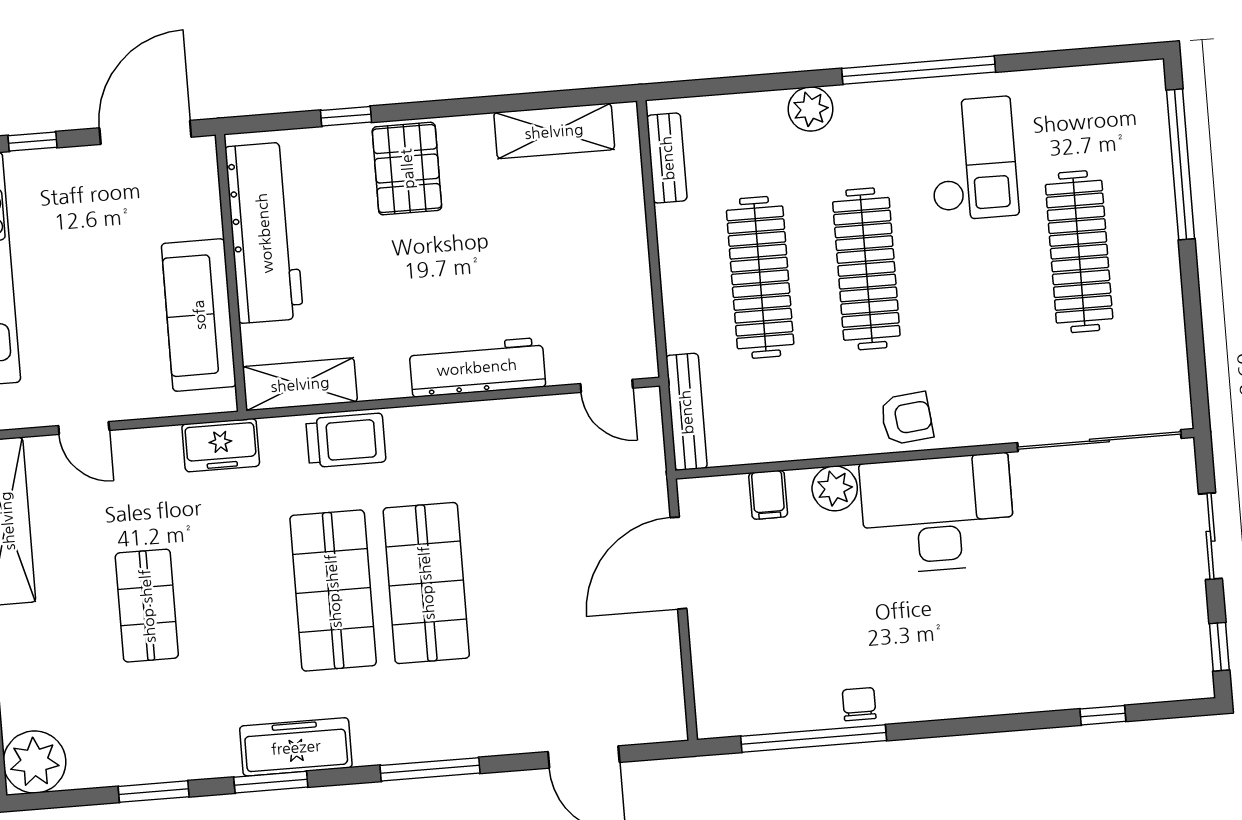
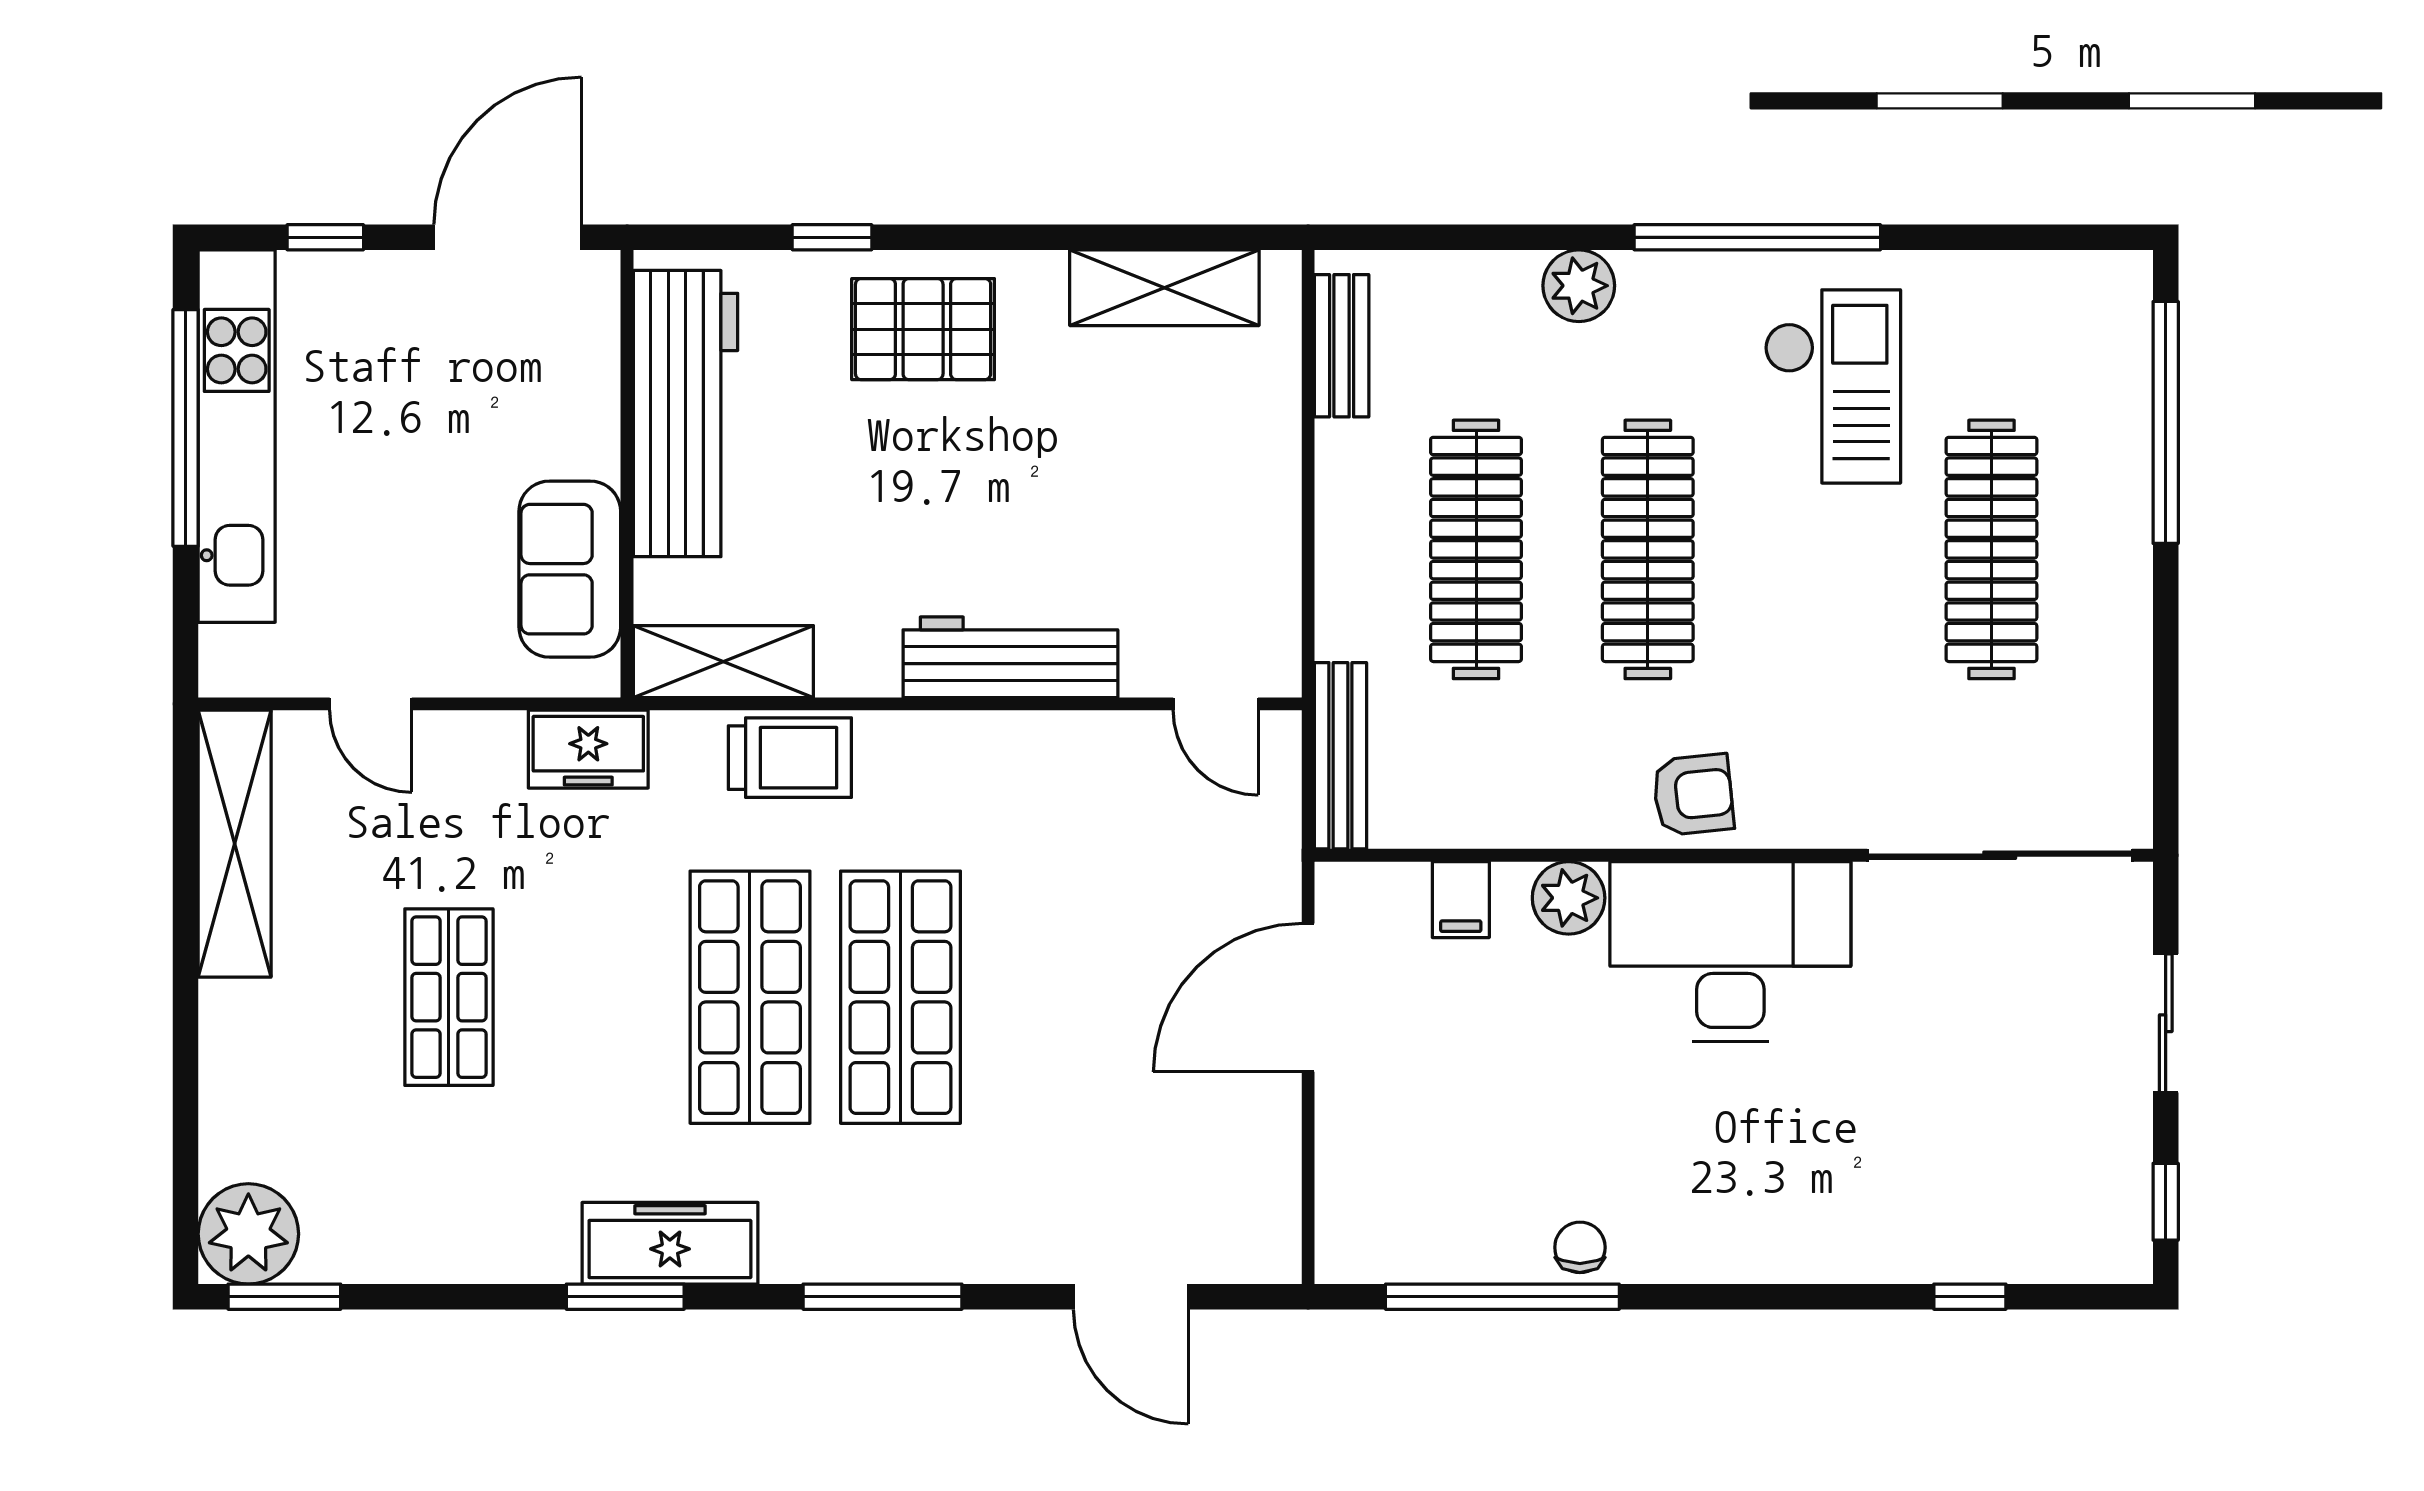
pallet: (407, 169) -> (923, 329), turned 90
sofa: (199, 315) -> (570, 569), width x0.73
window: (154, 792) -> (284, 1297), moved

